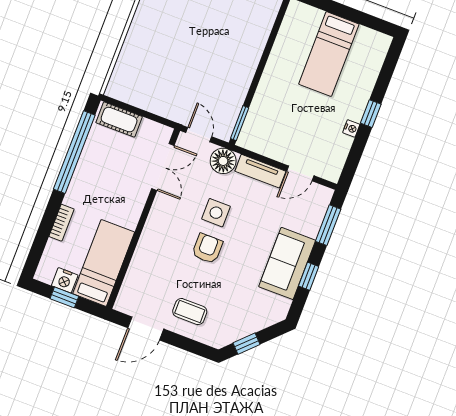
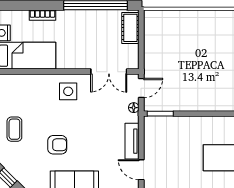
floor lamp: (223, 161) -> (134, 108), width x0.53, depth x0.53
side table: (216, 213) -> (68, 91), moved
armchair: (207, 249) -> (57, 145), moved

